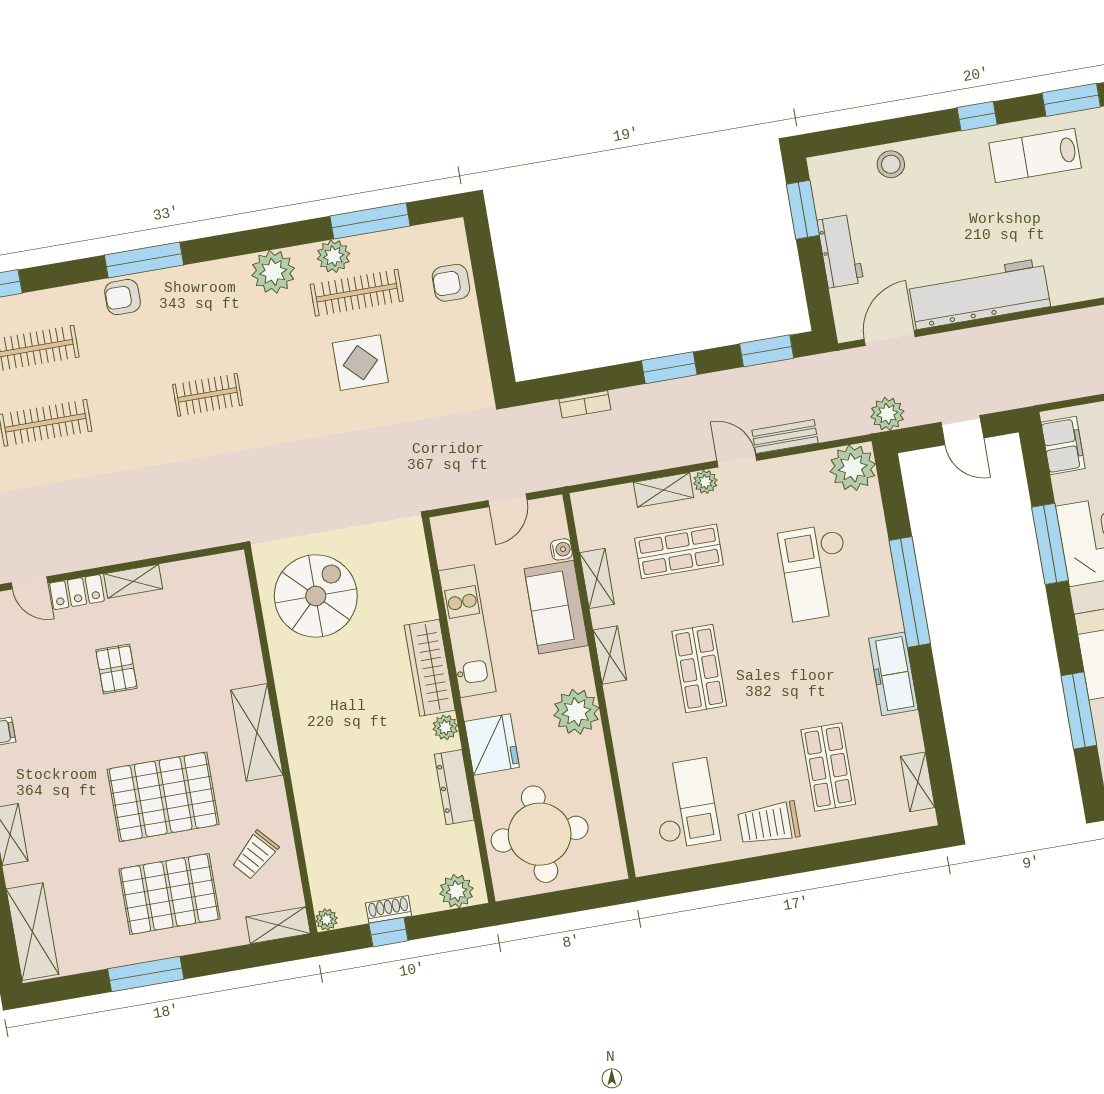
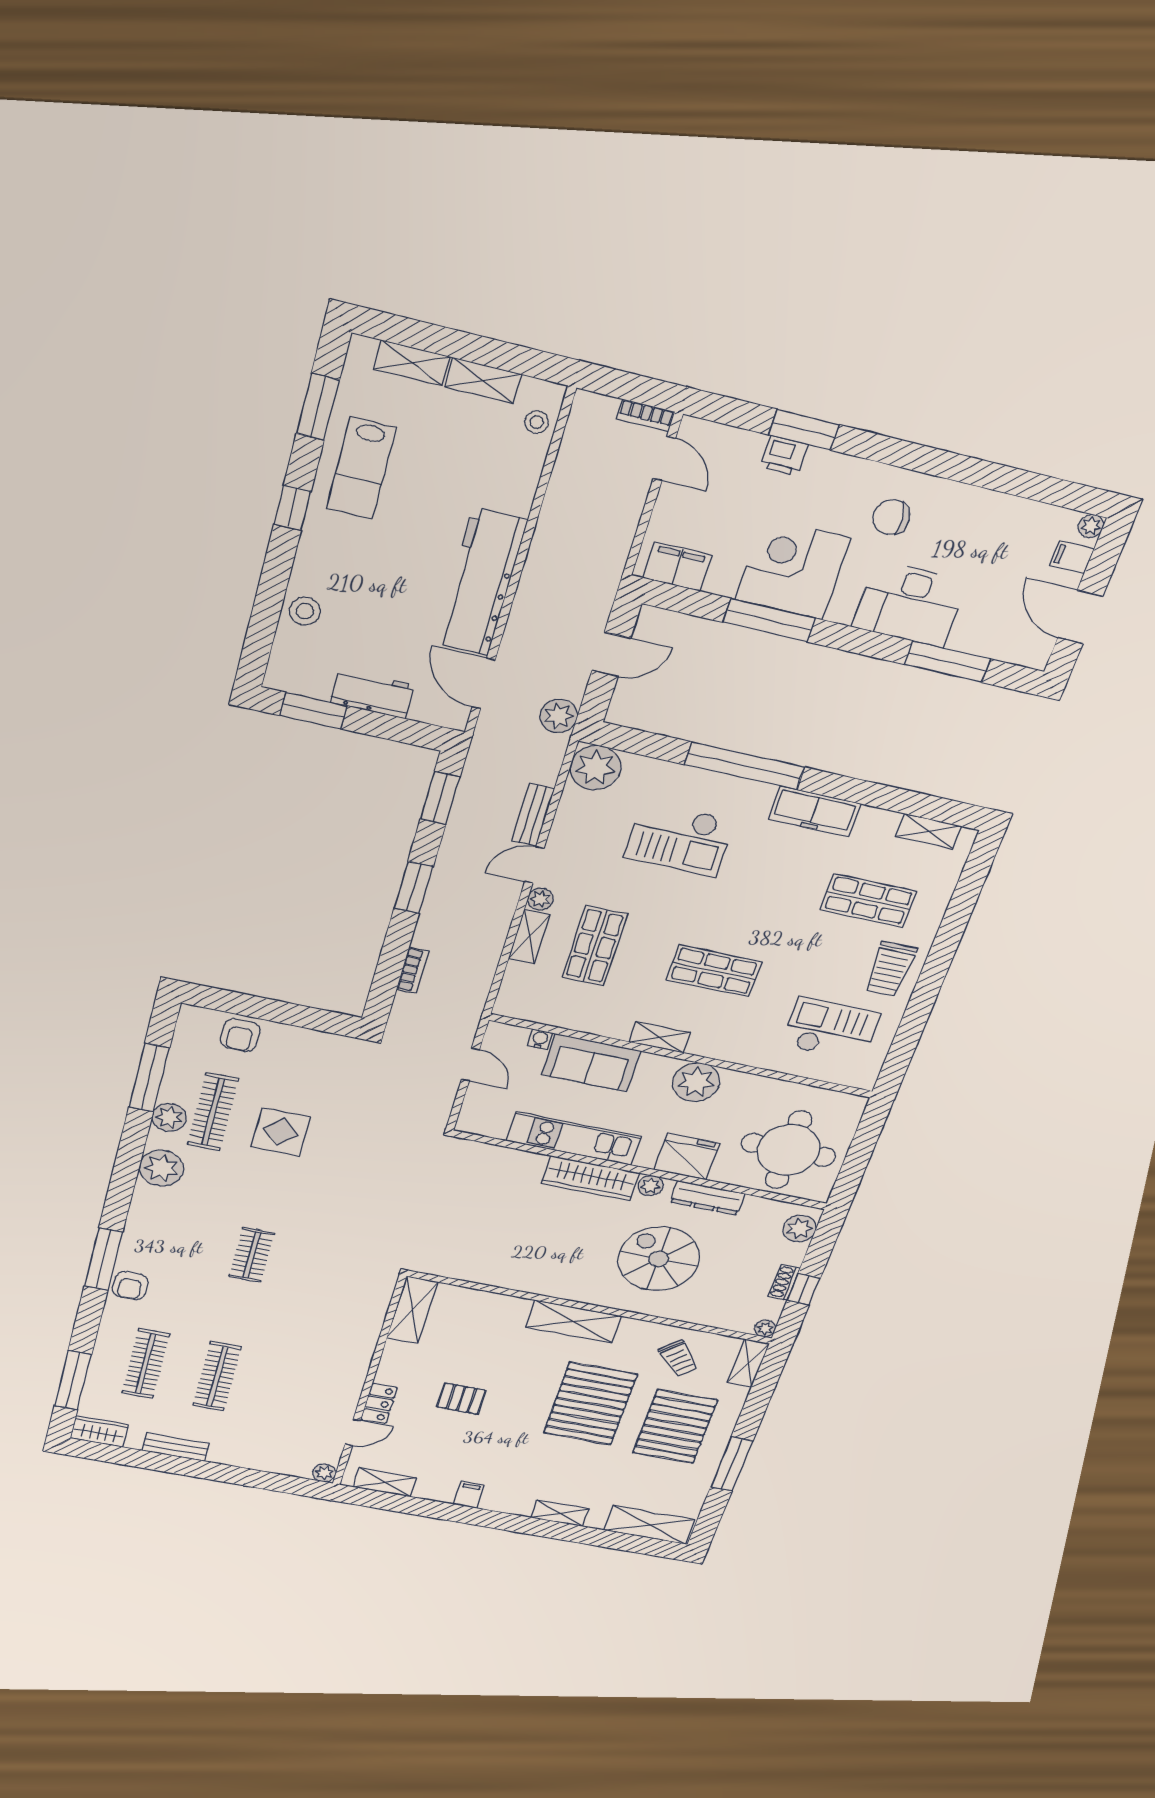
shelving: (597, 578) -> (583, 1021), removed
shelving: (133, 581) -> (412, 1310), moved, width x1.50, depth x1.33
spiral stairs: (316, 596) -> (659, 1259), moved

